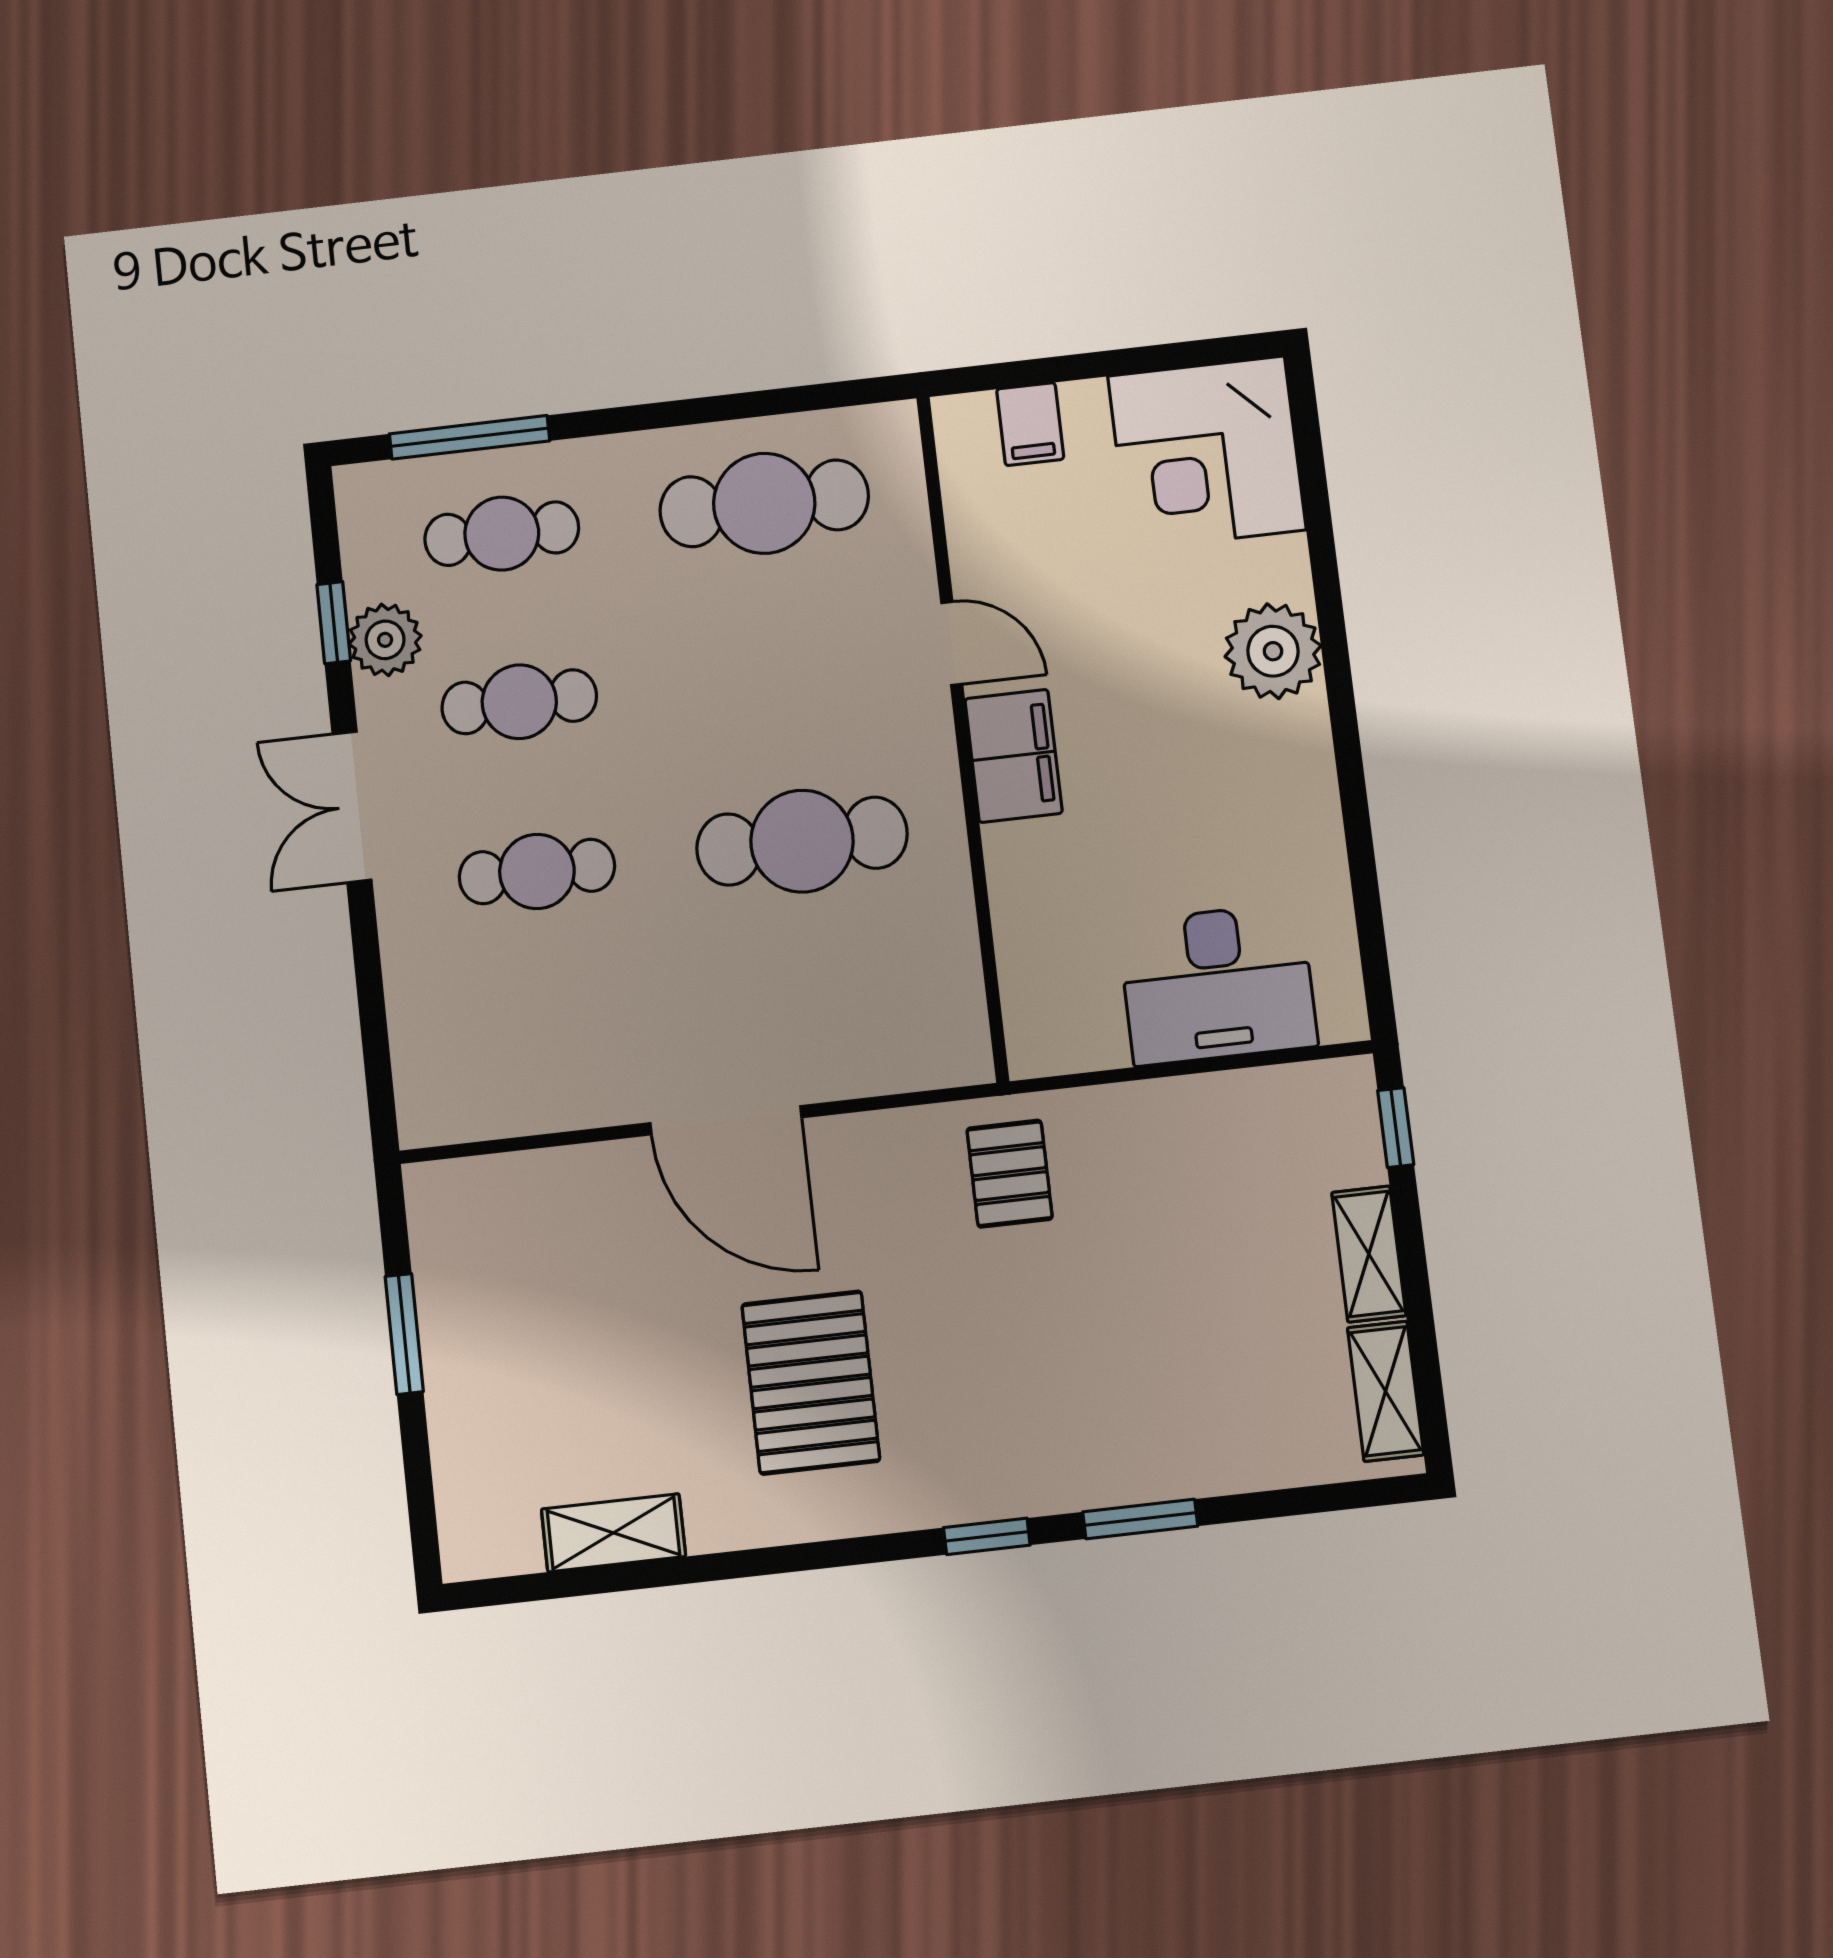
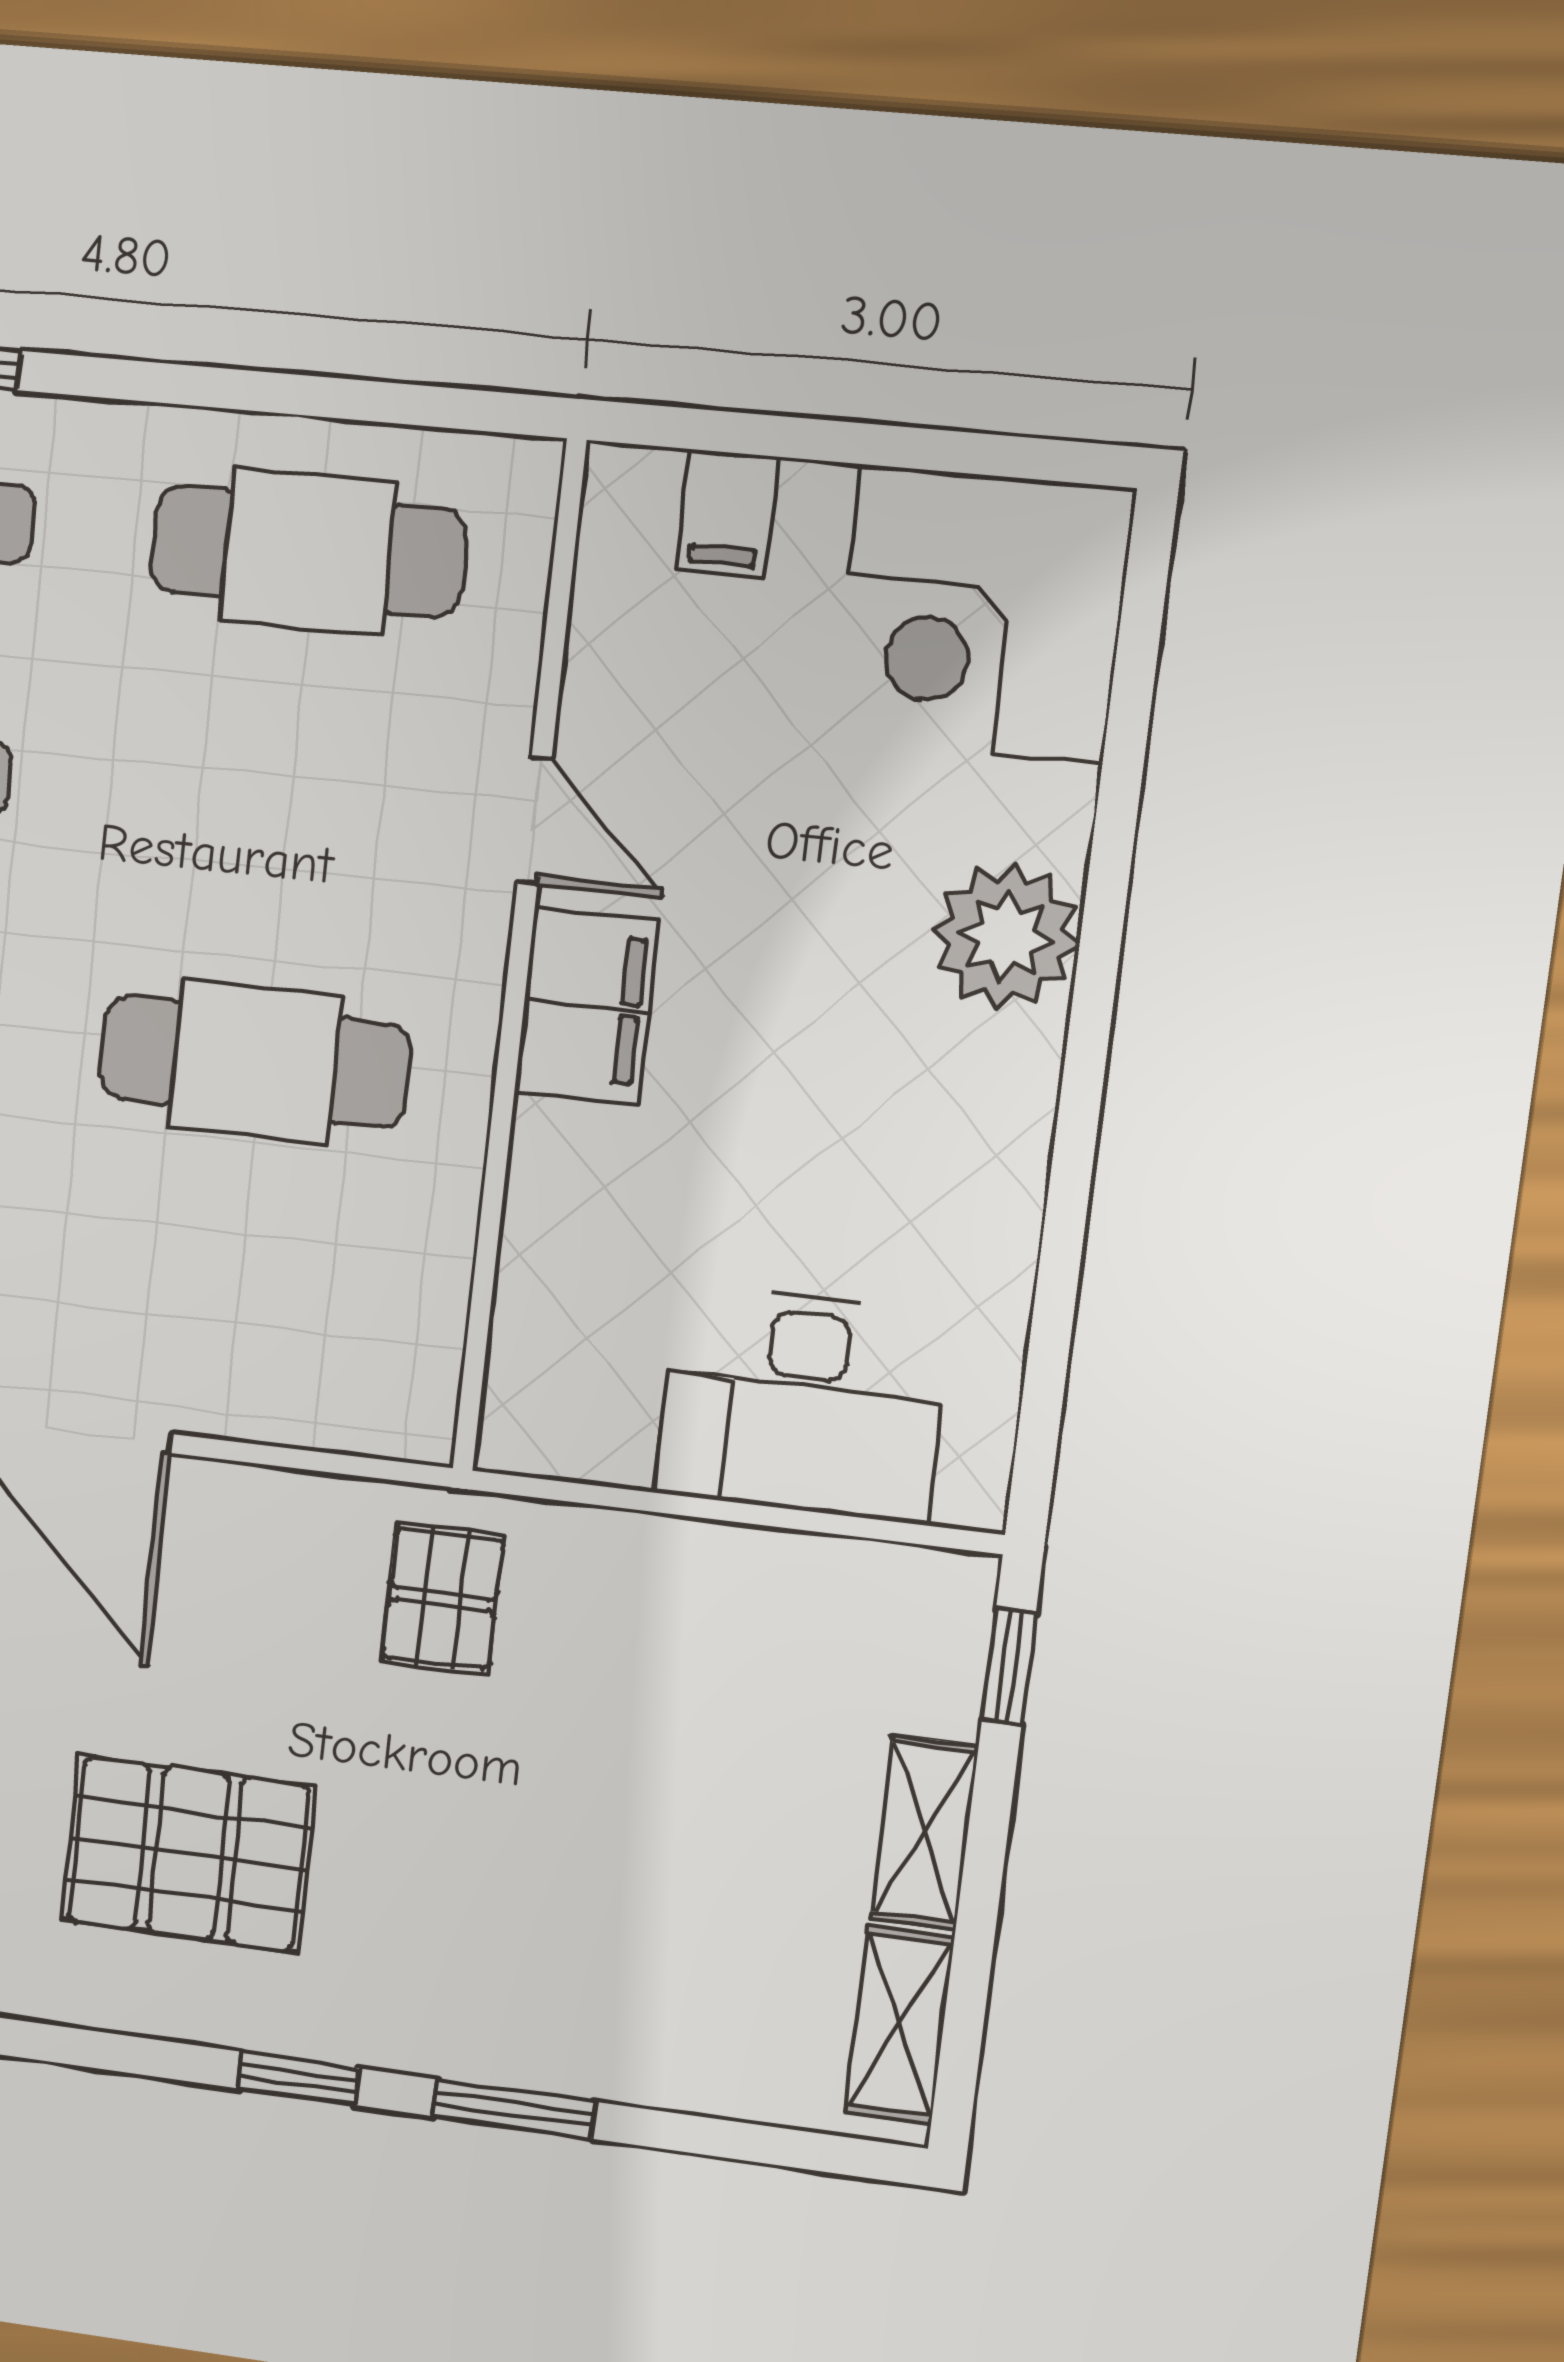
pallet: (811, 1382) -> (188, 1853), moved, turned 90

